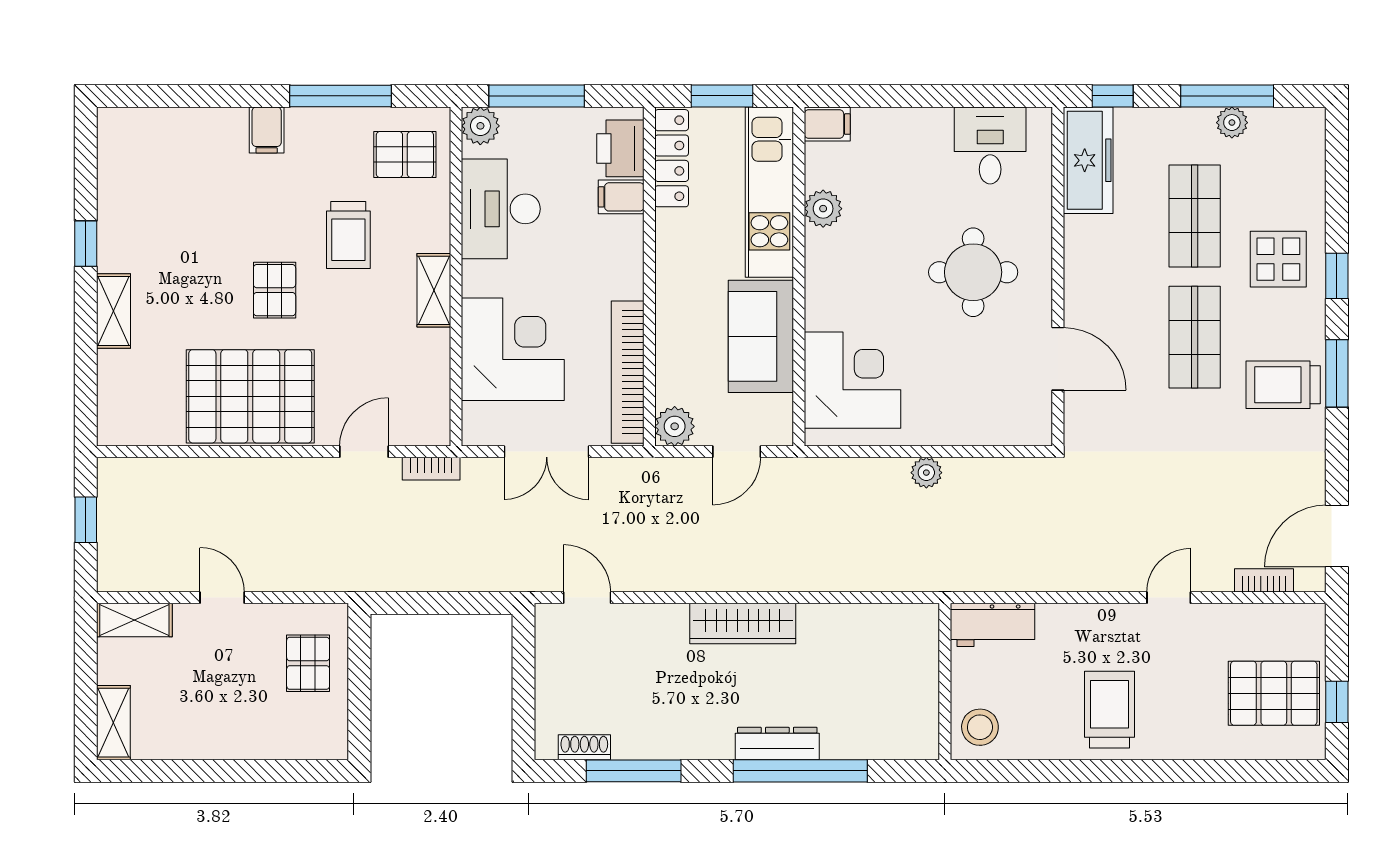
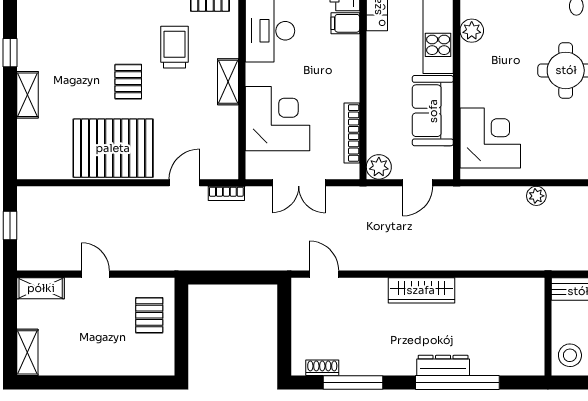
trolley: (348, 235) -> (174, 47), turned 180
bookcase: (628, 372) -> (352, 133), width x0.68, depth x0.76

